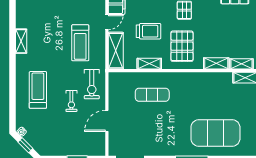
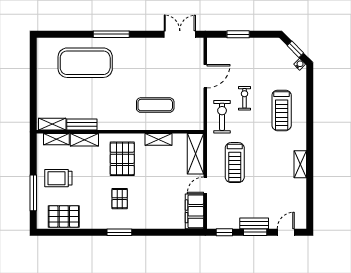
trolley: (148, 31) -> (58, 178), moved
treadmill: (80, 43) -> (235, 163), turned 180
bench: (218, 77) -> (82, 125), added

